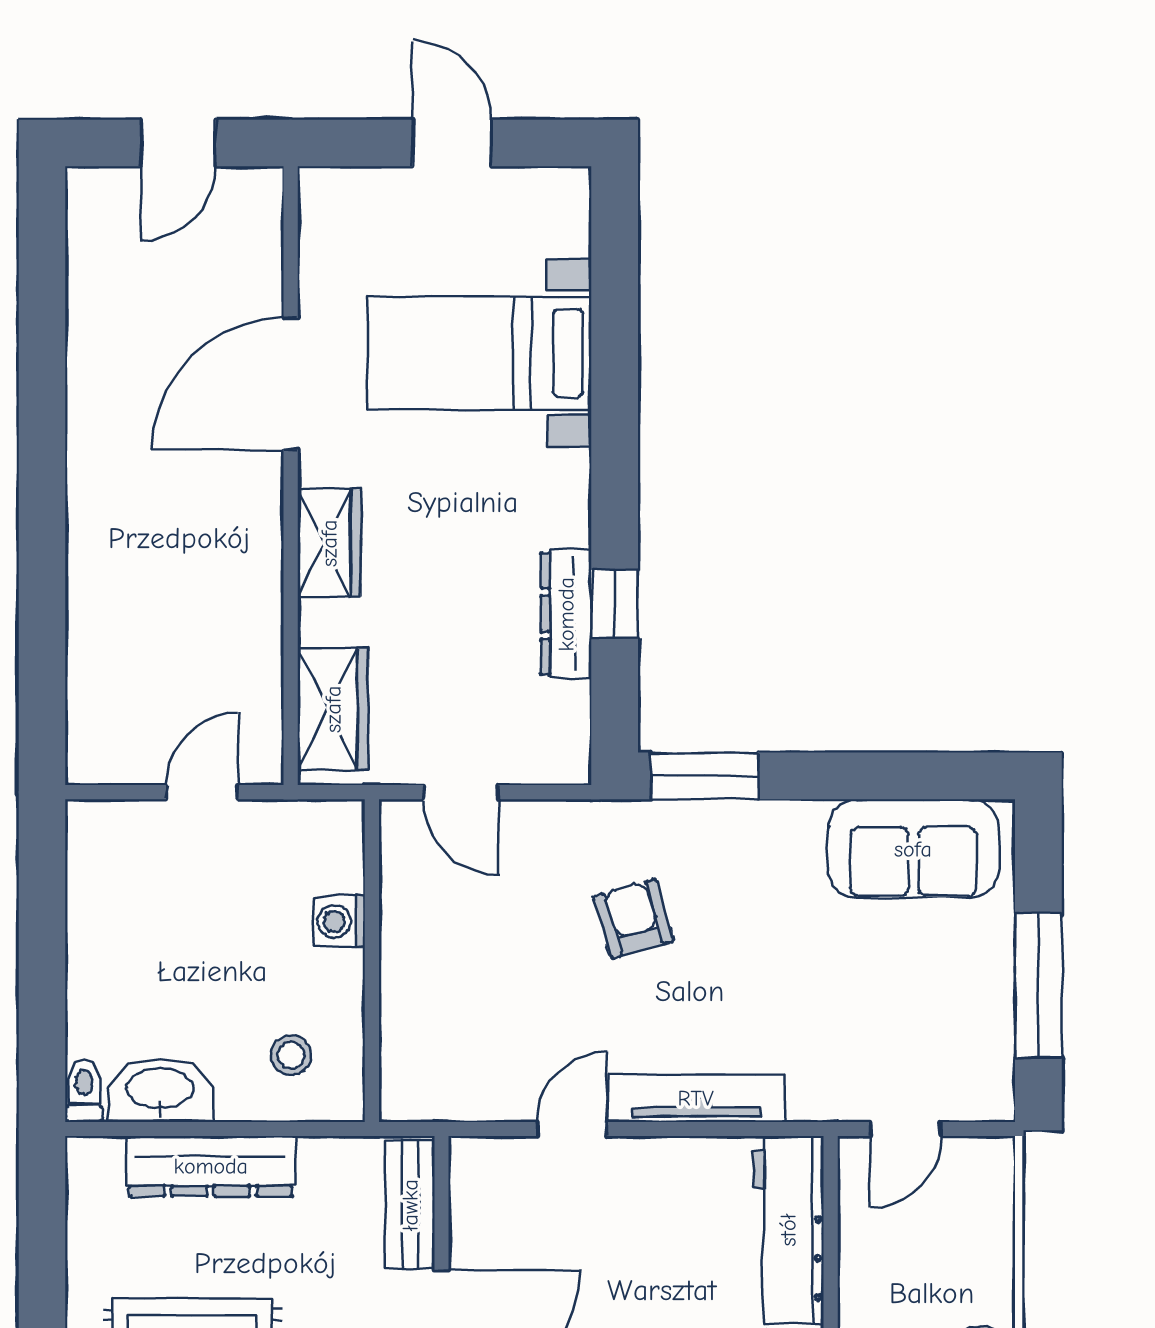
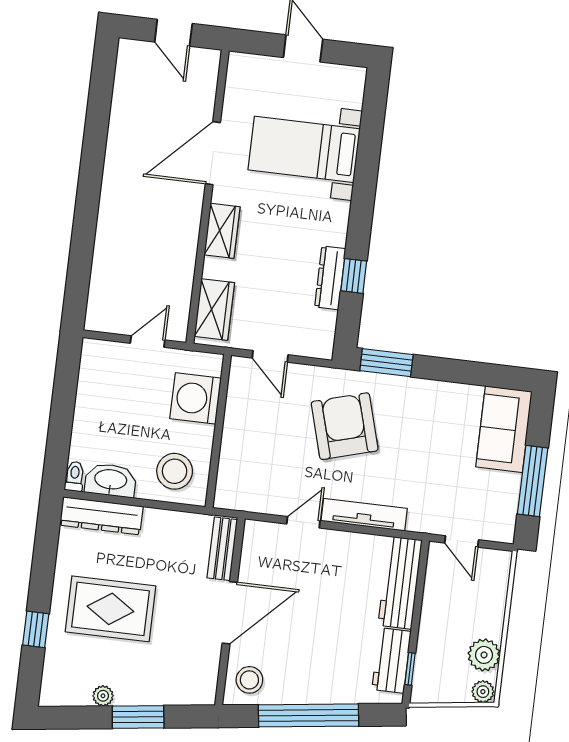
door: (178, 143) -> (173, 33), hinge flipped
sofa: (913, 849) -> (504, 429), moved, turned 90
armchair: (634, 919) -> (345, 426), width x1.88, depth x1.88
washing machine: (339, 921) -> (196, 398), width x1.89, depth x1.89
stool: (291, 1055) -> (175, 471), width x1.89, depth x1.89
door: (906, 1129) -> (462, 541), hinge flipped
dresser: (211, 1166) -> (101, 516), moved

